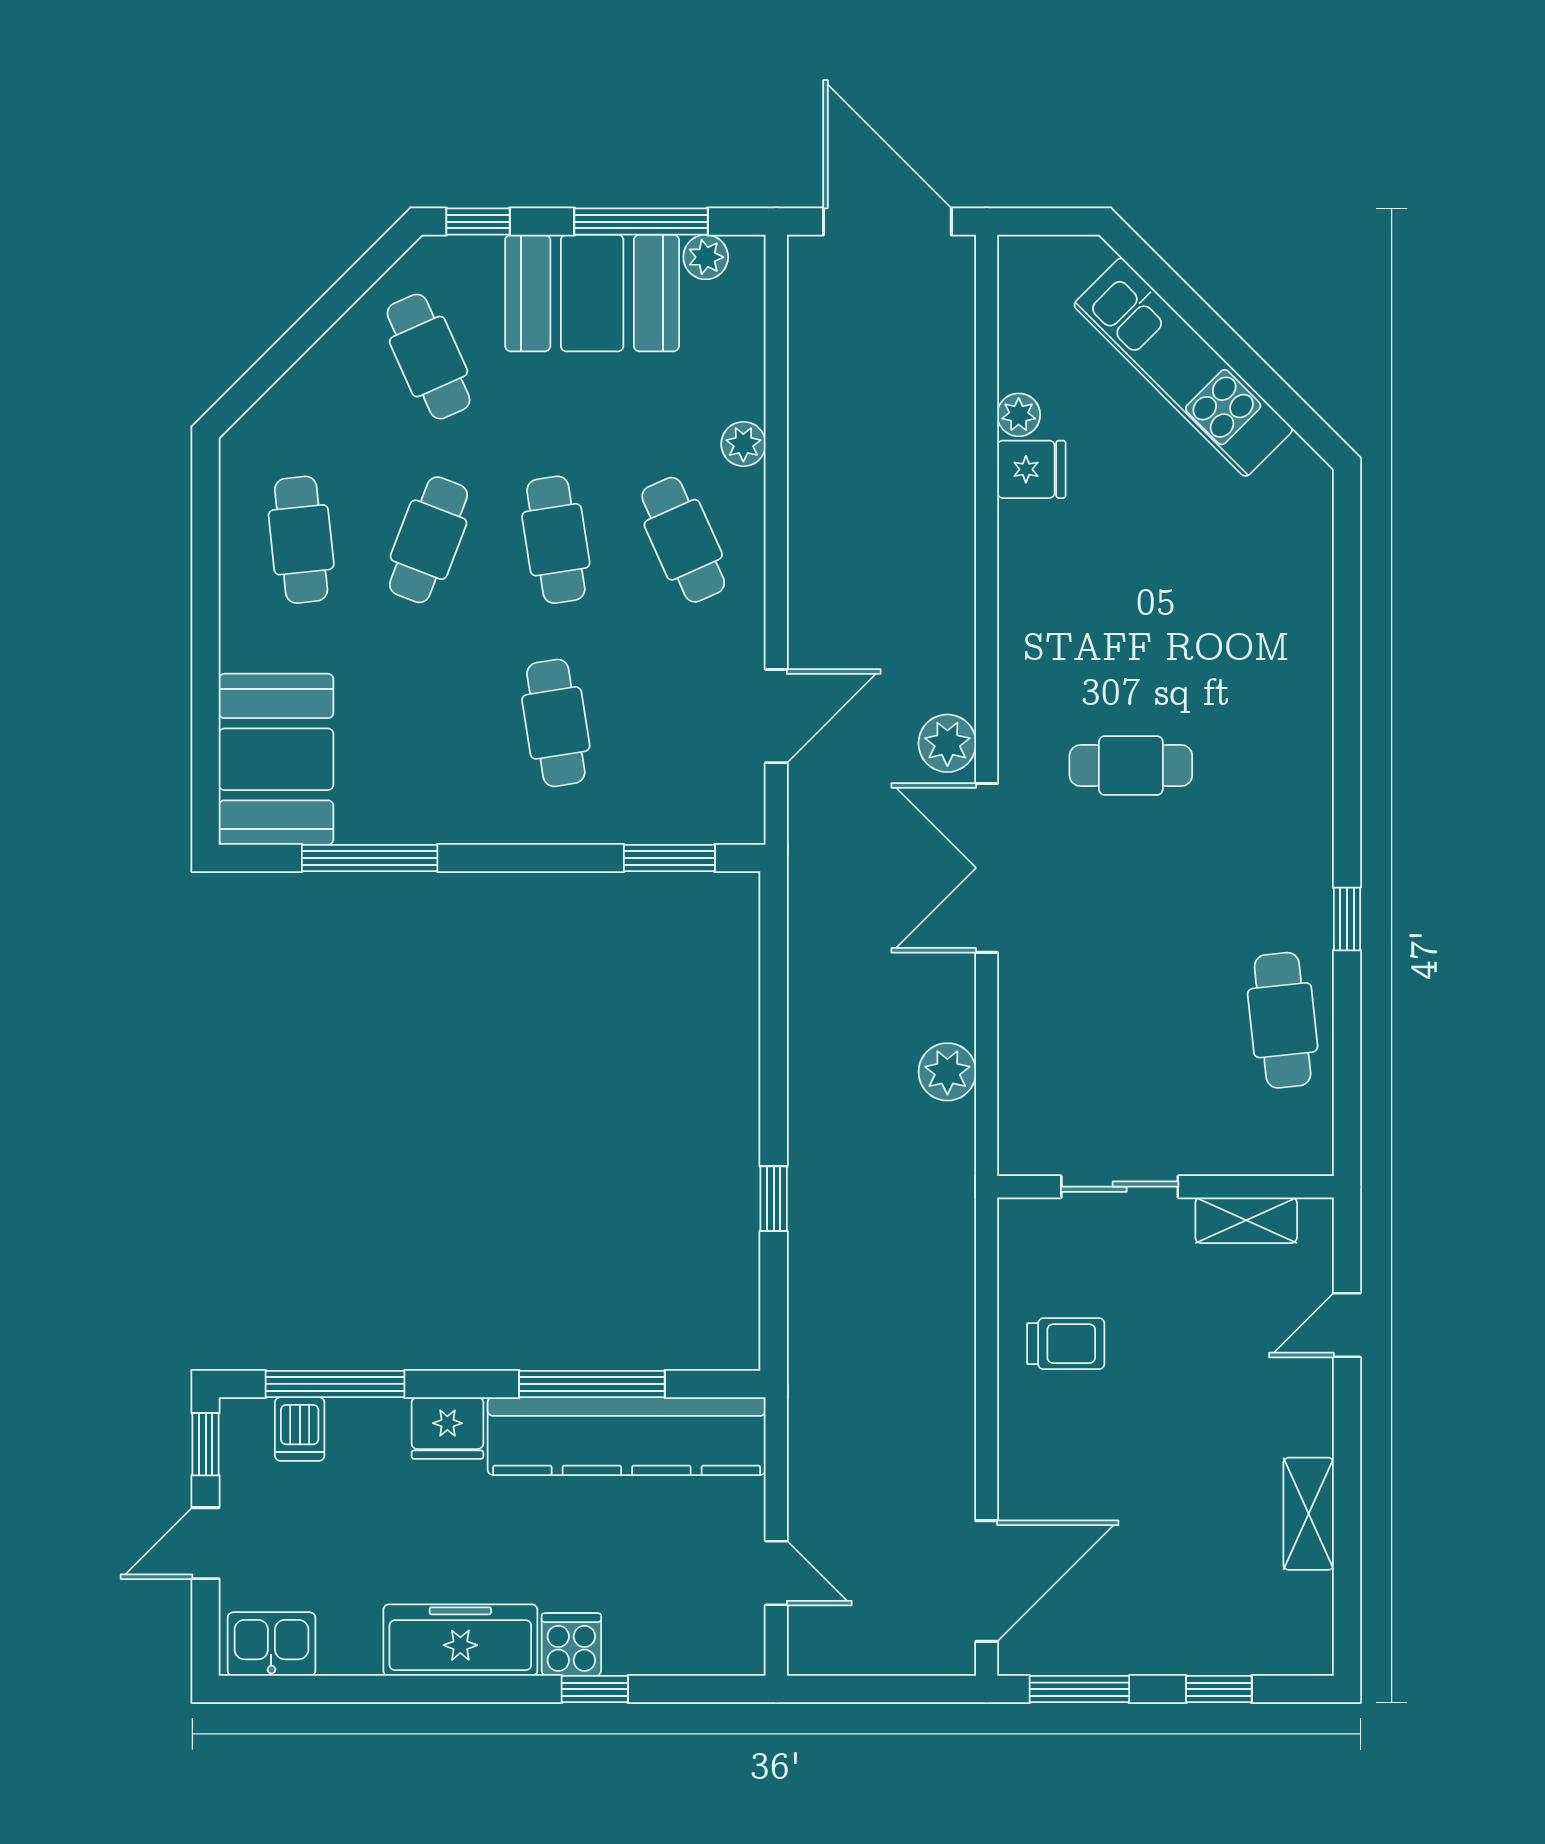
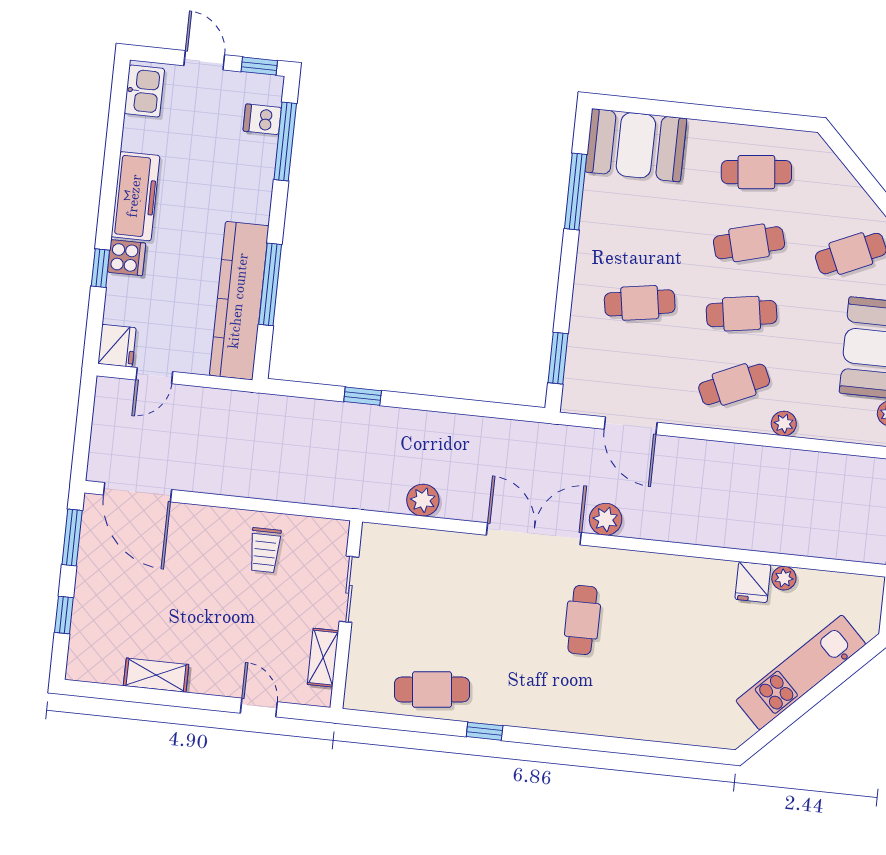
cafe table: (429, 540) -> (749, 243), turned -36
fridge: (447, 1428) -> (117, 346), moved, turned 180

